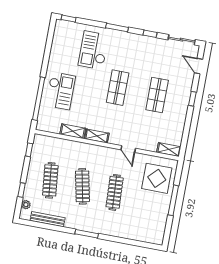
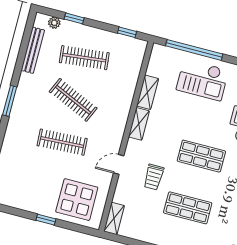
trolley: (136, 122) -> (154, 177), added
clothes rail: (82, 186) -> (73, 100), turned 36
window: (173, 200) -> (46, 220), width x0.46

